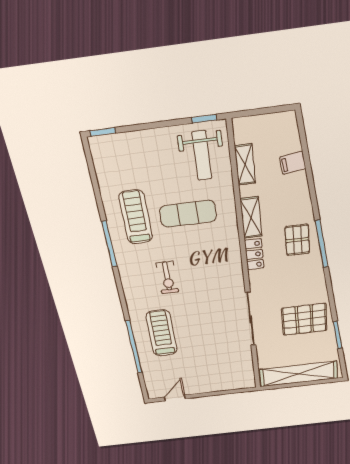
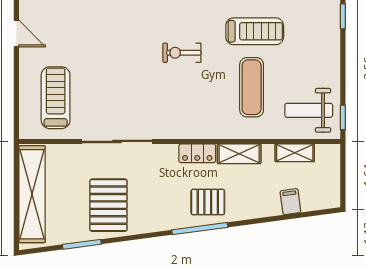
treadmill: (162, 333) -> (56, 98), moved, turned -90

